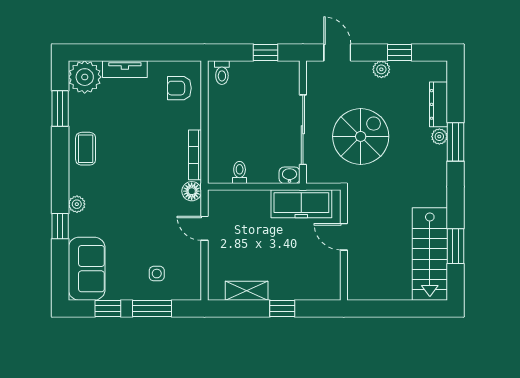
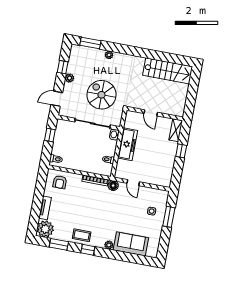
dresser: (438, 104) -> (93, 52), removed
window: (455, 142) -> (90, 43), moved
freezer: (301, 204) -> (128, 144), moved
window: (60, 226) -> (88, 250), moved
door: (205, 228) -> (133, 183), hinge flipped
door: (344, 237) -> (151, 113), hinge flipped
window: (455, 246) -> (166, 57), removed
sofa: (87, 269) -> (131, 244), moved
shelving: (247, 291) -> (176, 130), moved
window: (108, 309) -> (165, 239), removed

